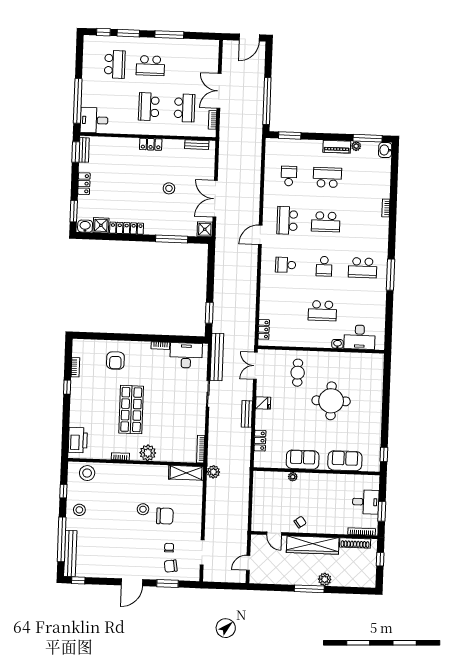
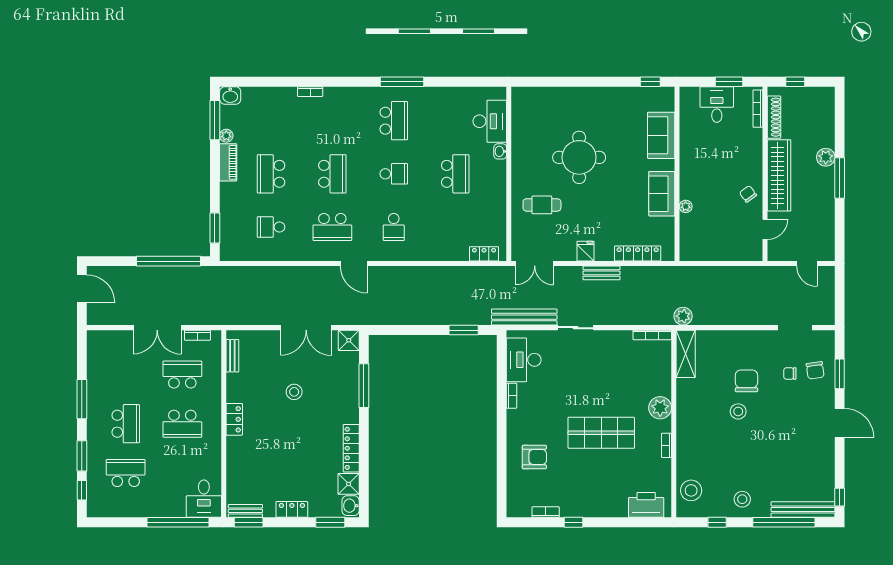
locker: (260, 441) -> (638, 253), width x1.53

